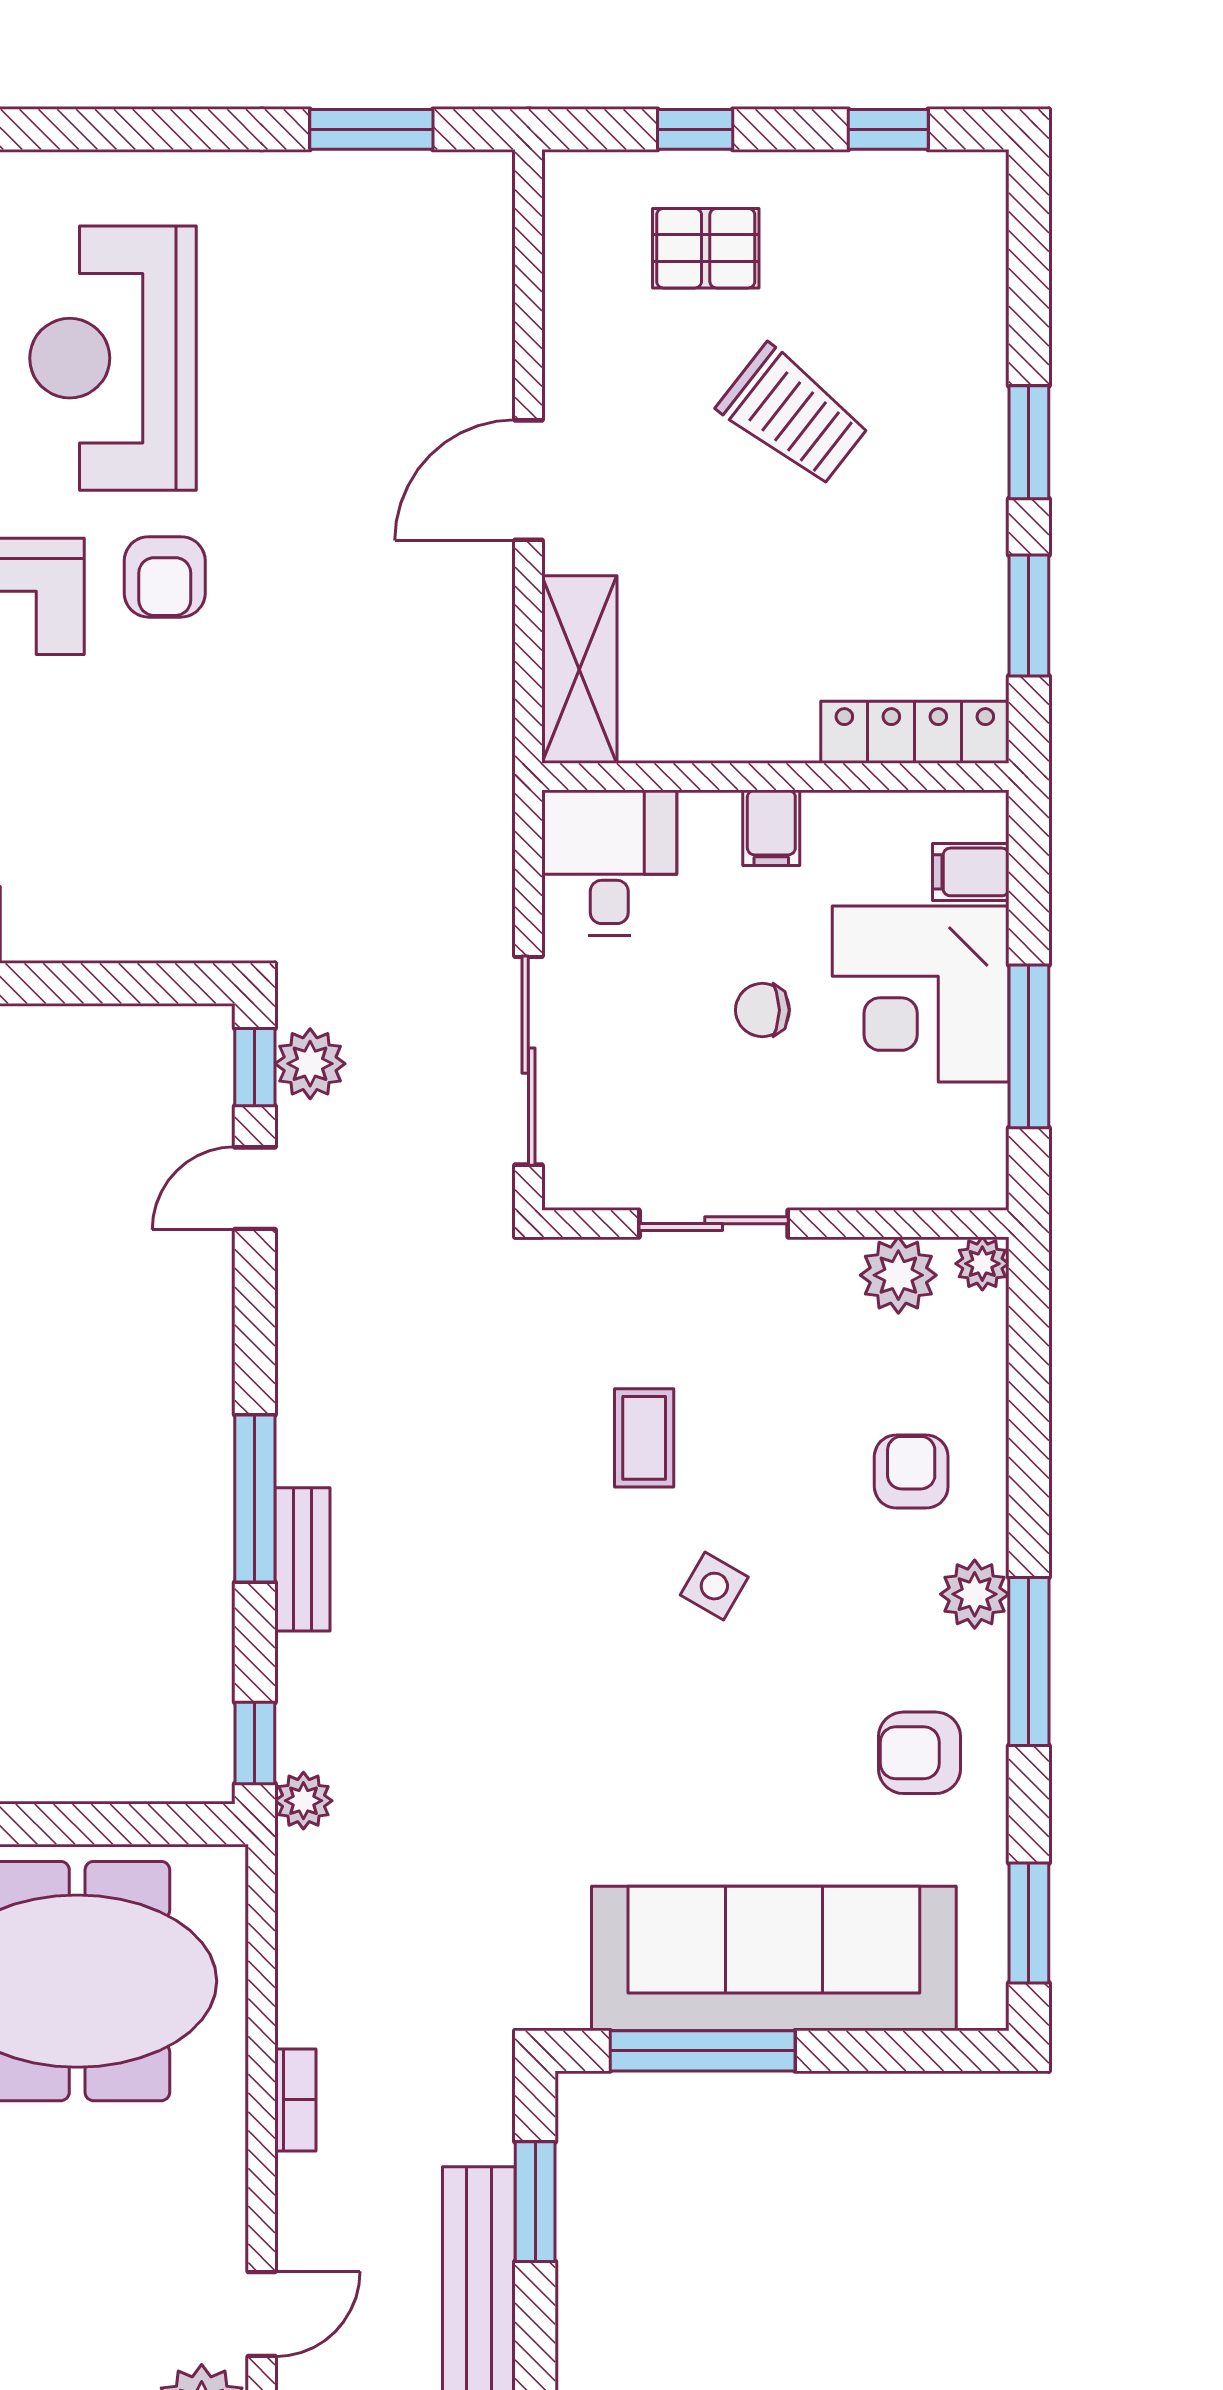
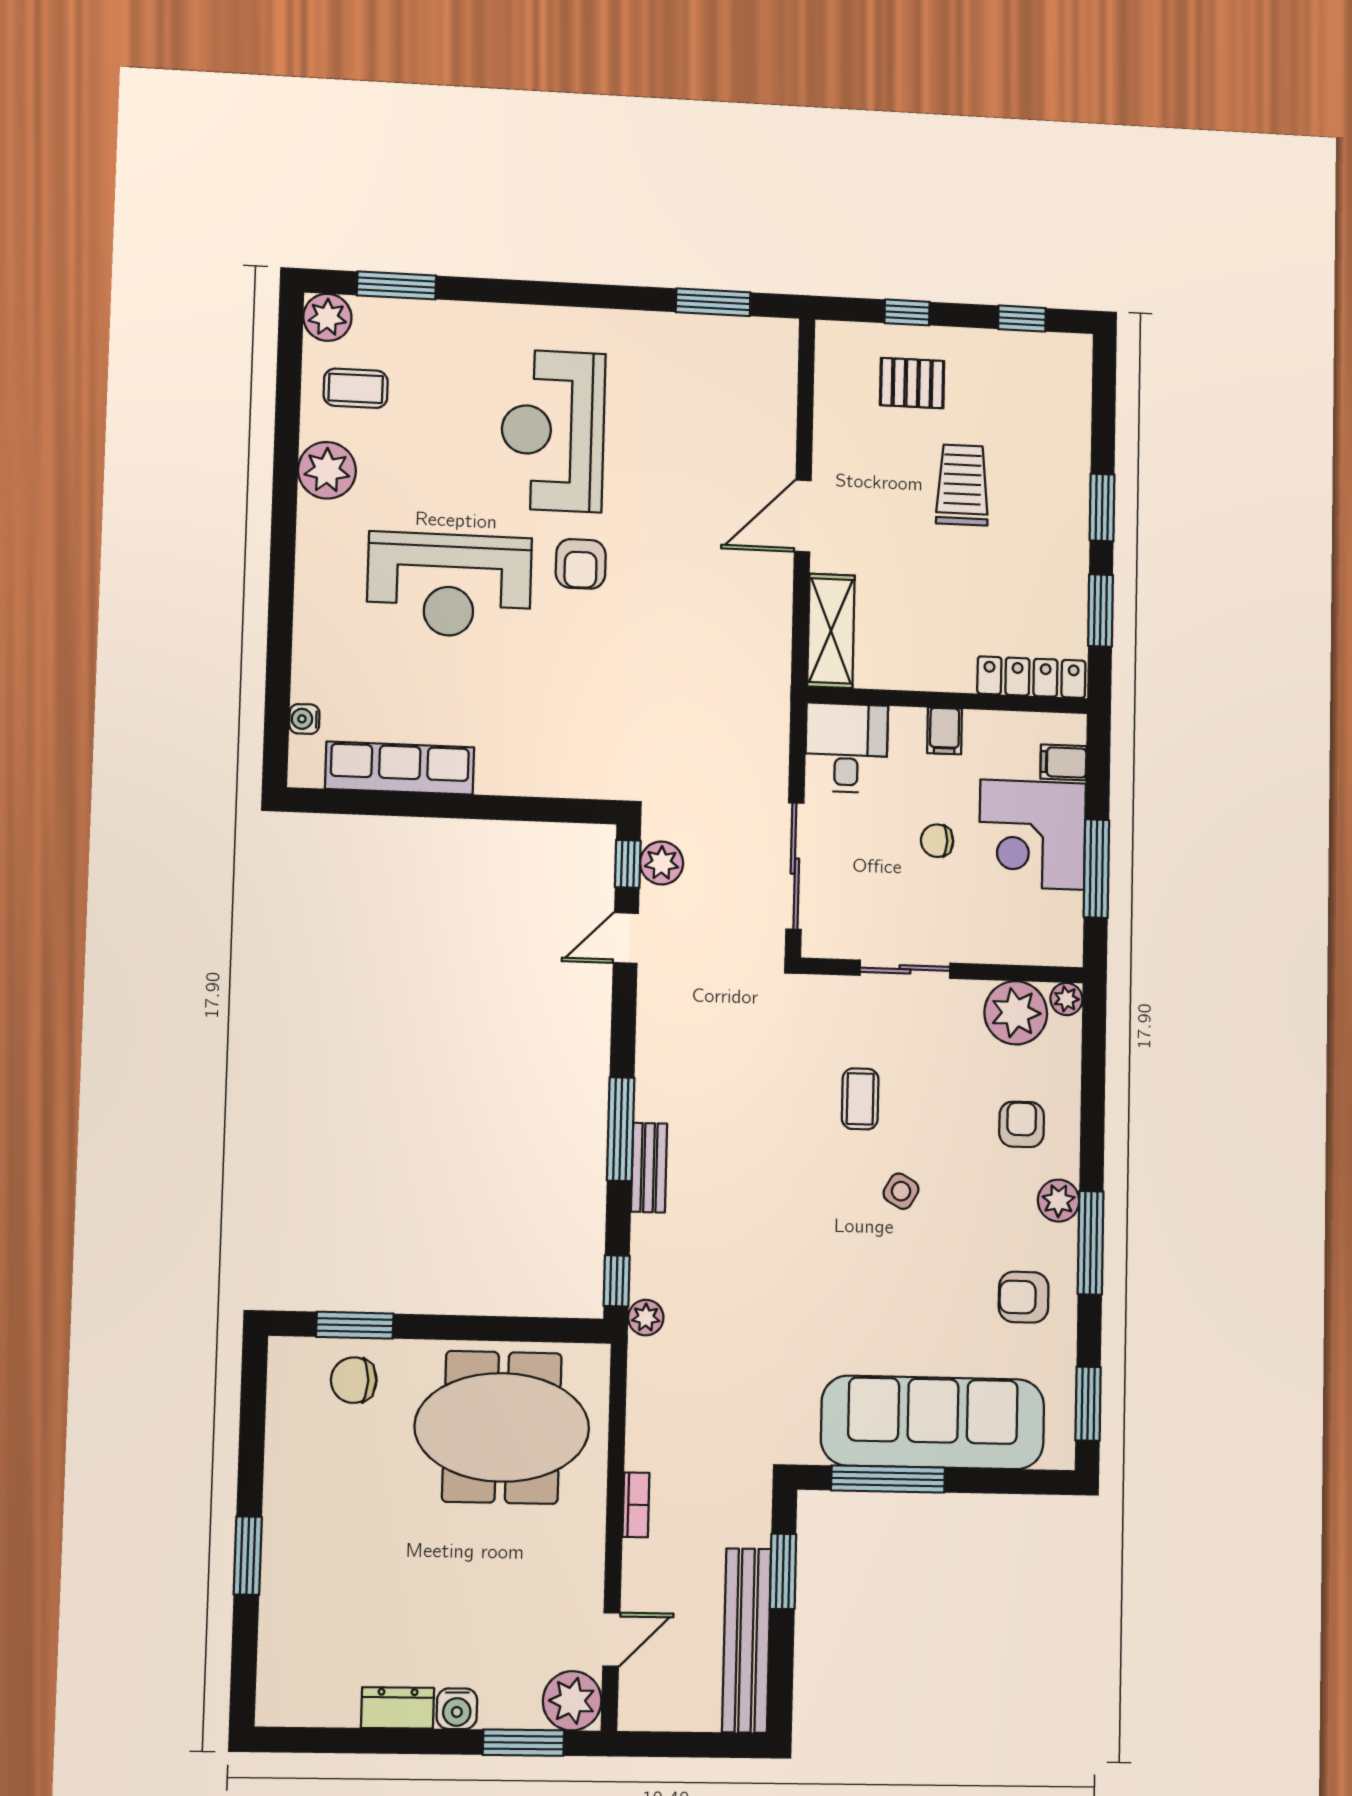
trolley: (793, 416) -> (962, 485), turned -128
plant: (898, 1275) -> (1016, 1013), width x1.36, depth x1.36

